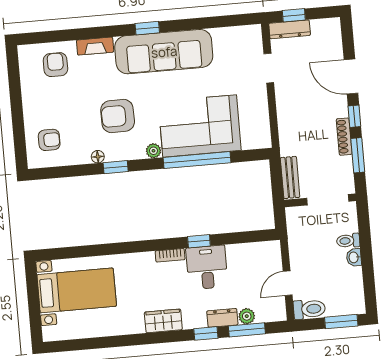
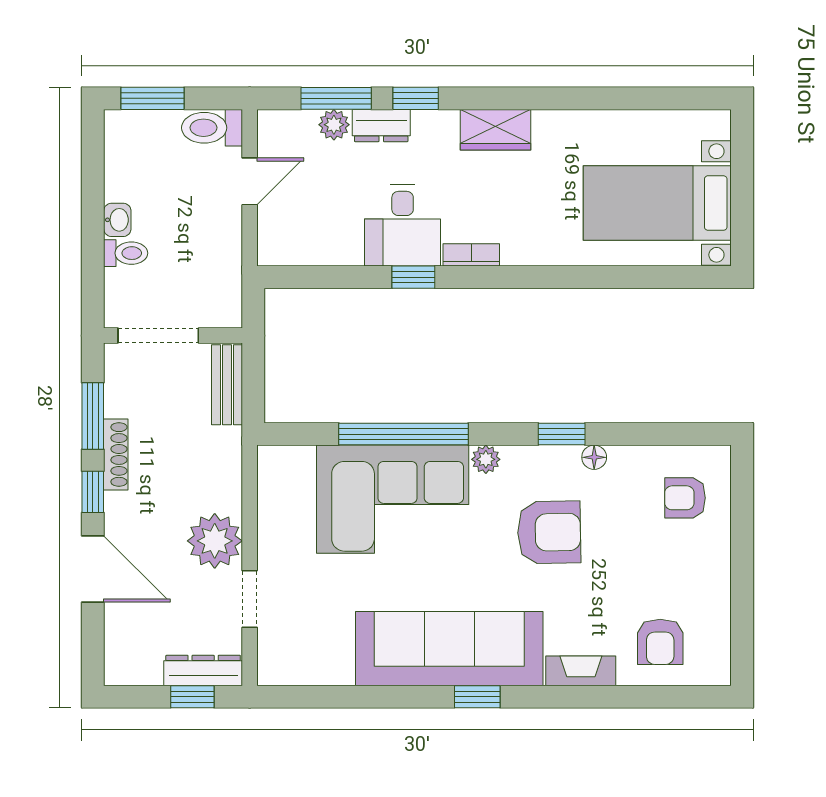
plant: (289, 97) -> (215, 541), added

